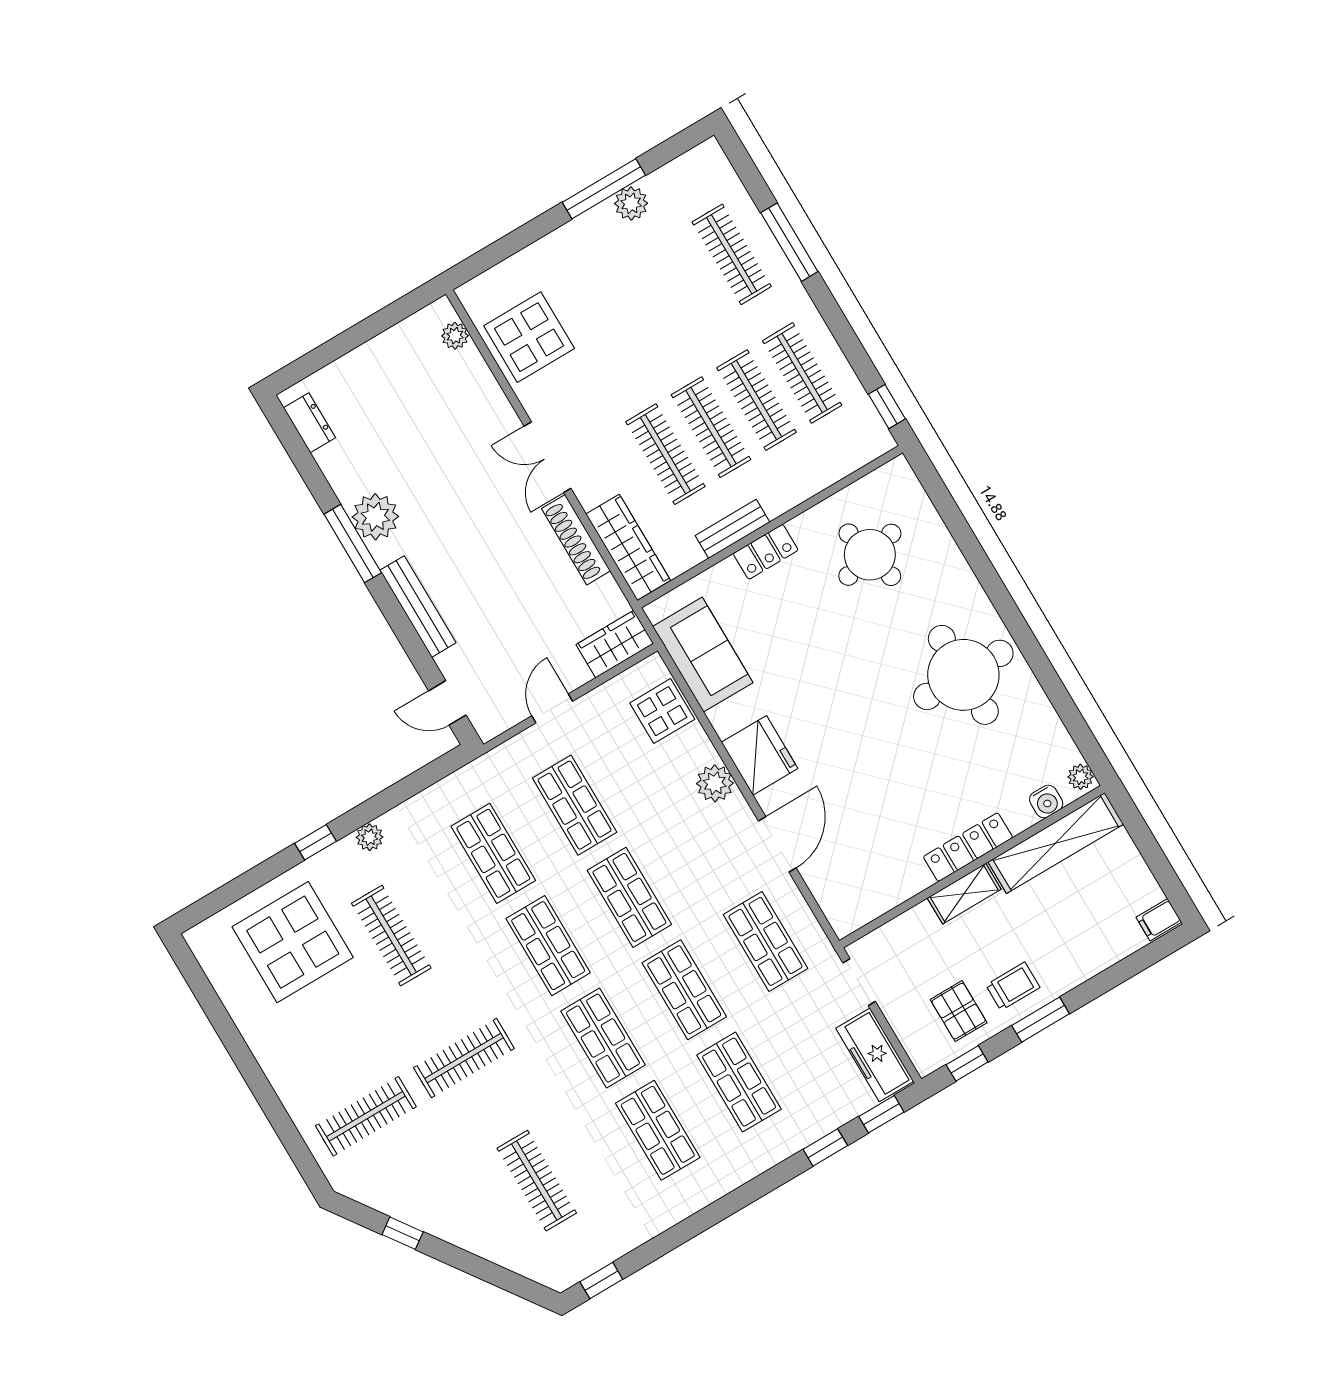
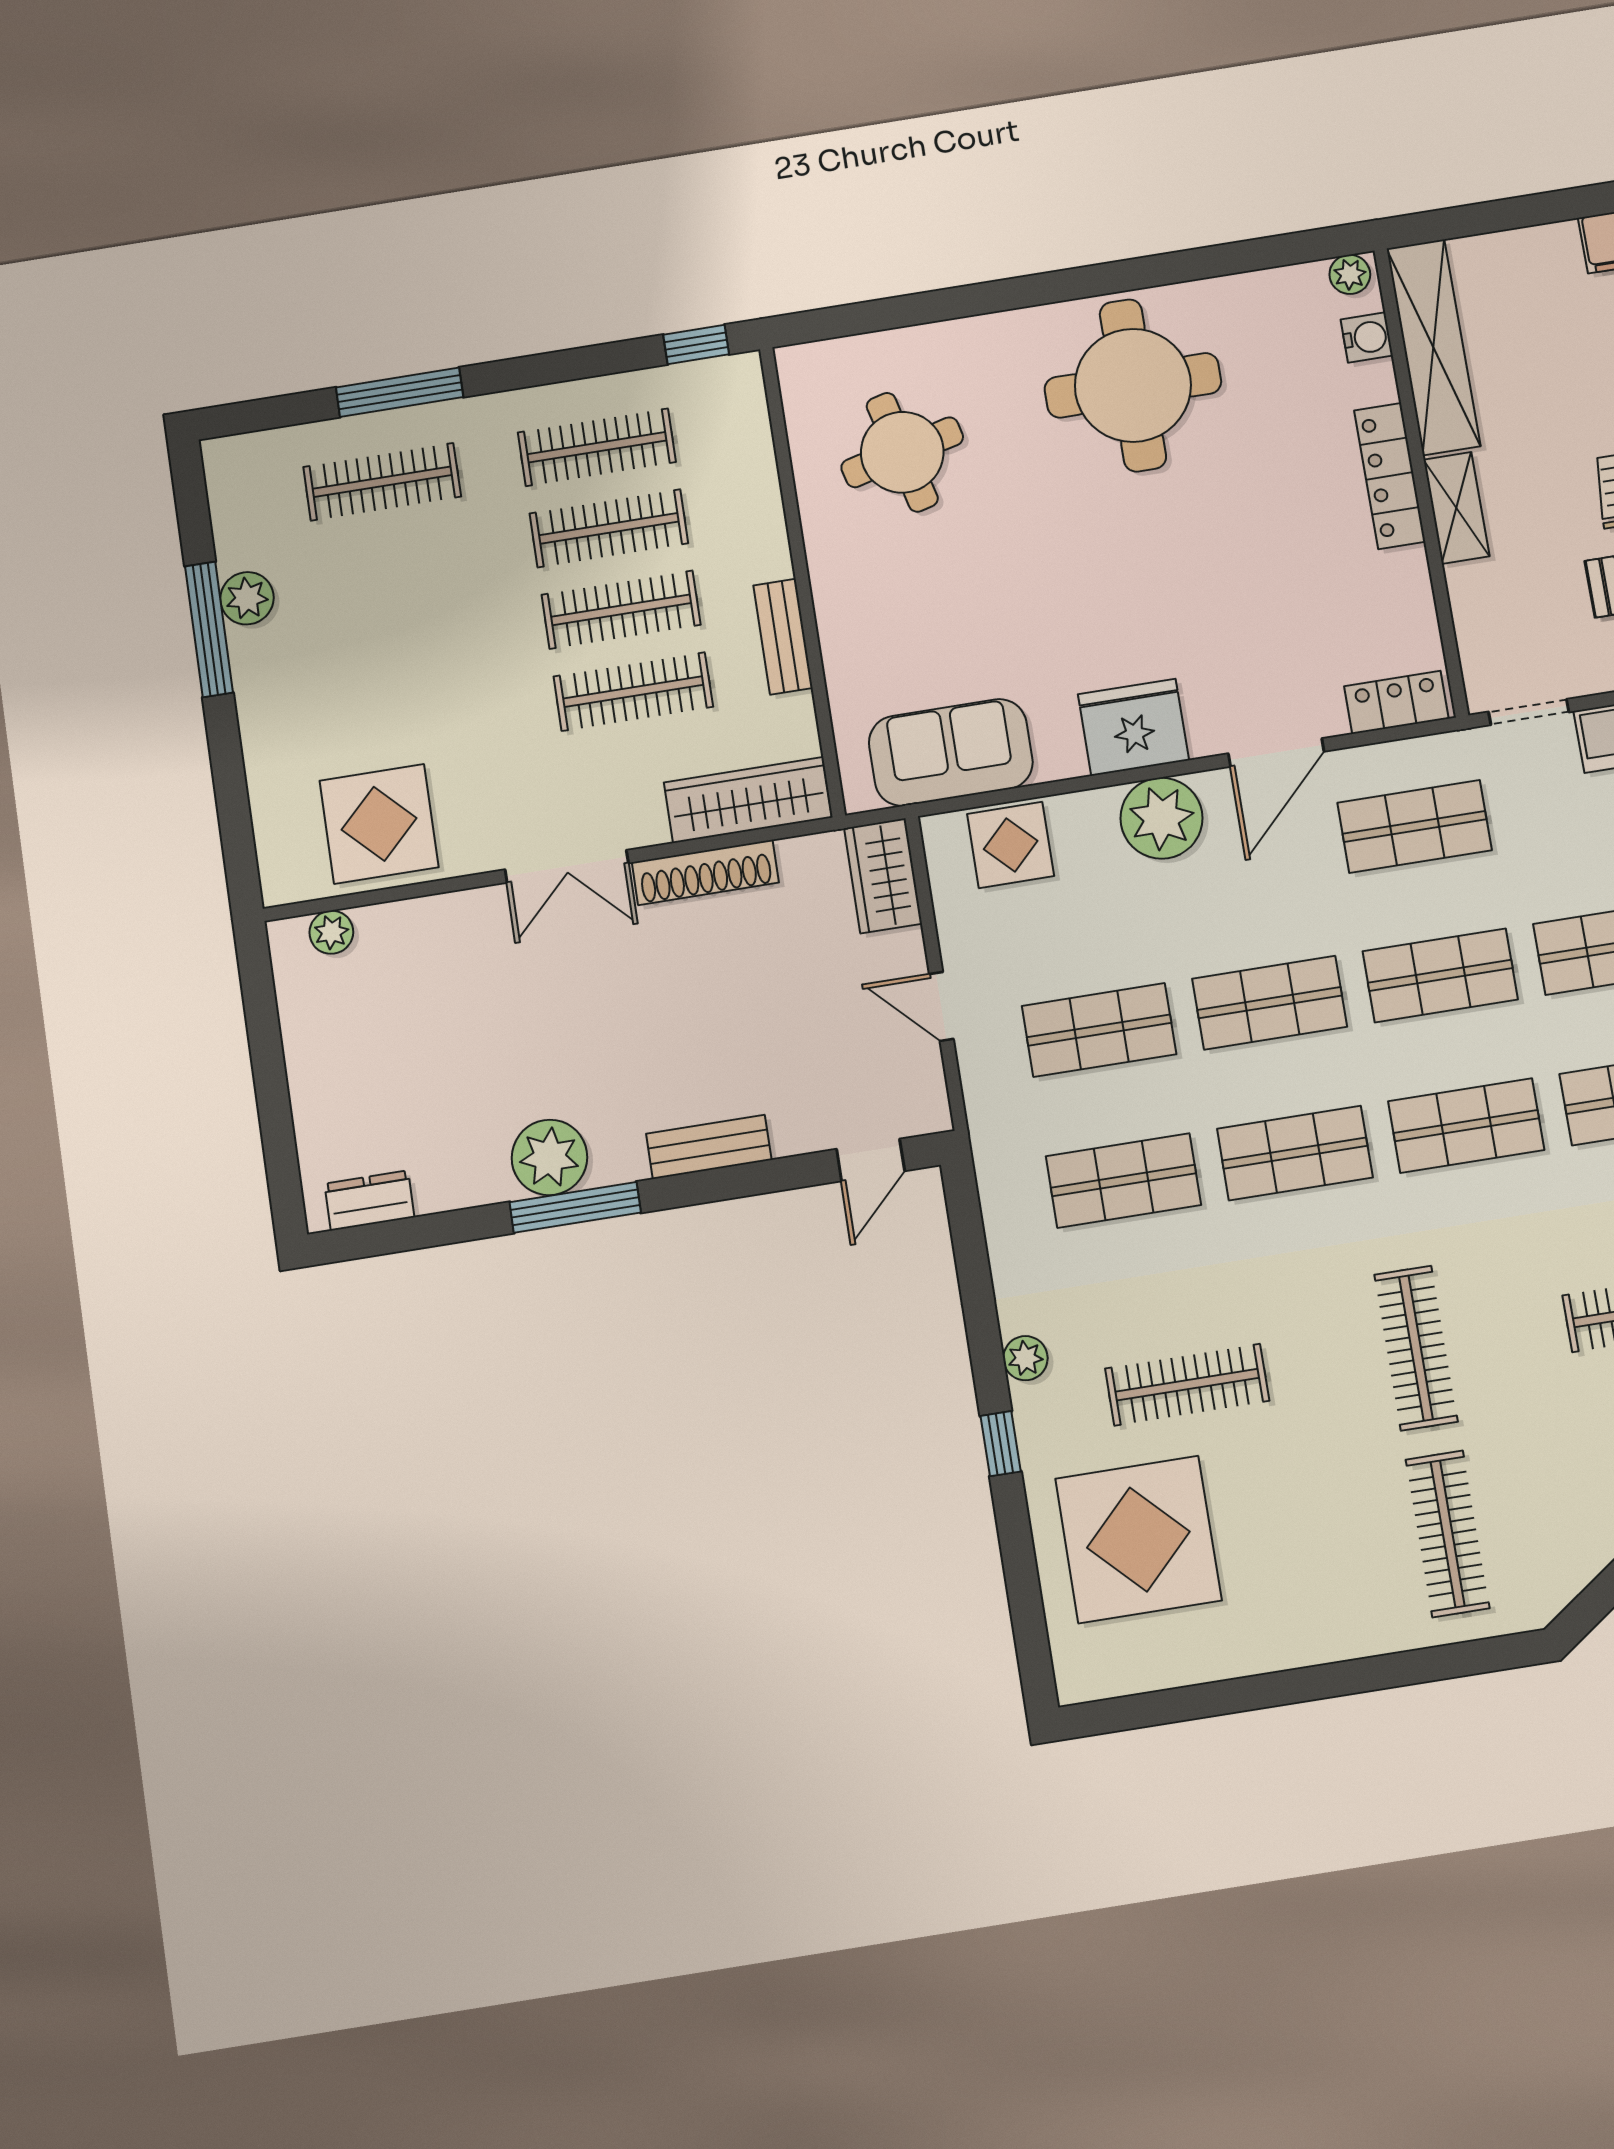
locker: (766, 552) -> (1396, 702), moved, turned -90
bench: (418, 607) -> (709, 1147), width x0.73
plant: (715, 783) -> (1161, 818), width x1.36, depth x1.36
door: (777, 844) -> (1276, 753), swing flipped

